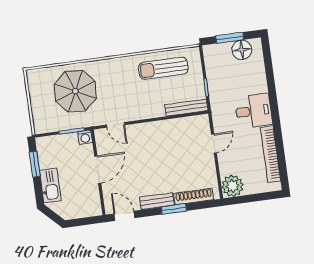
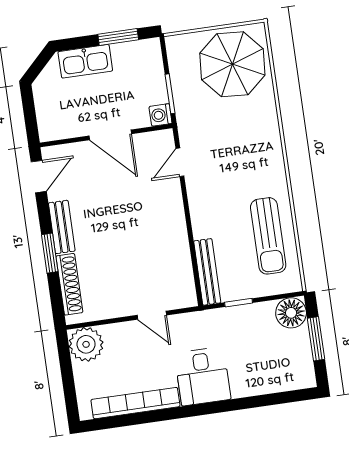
floor lamp: (242, 50) -> (291, 313), moved
sun lounger: (163, 68) -> (268, 236), turned 180
parasol: (75, 91) -> (232, 64), moved

